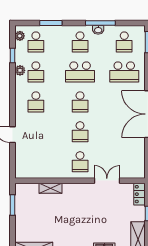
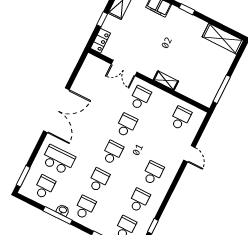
plant: (20, 70) -> (153, 209), removed
school desk: (80, 72) -> (99, 180), width x0.54
school desk: (36, 162) -> (180, 118), added
shelving: (51, 188) -> (166, 80), moved
window: (13, 205) -> (222, 89), width x1.44

